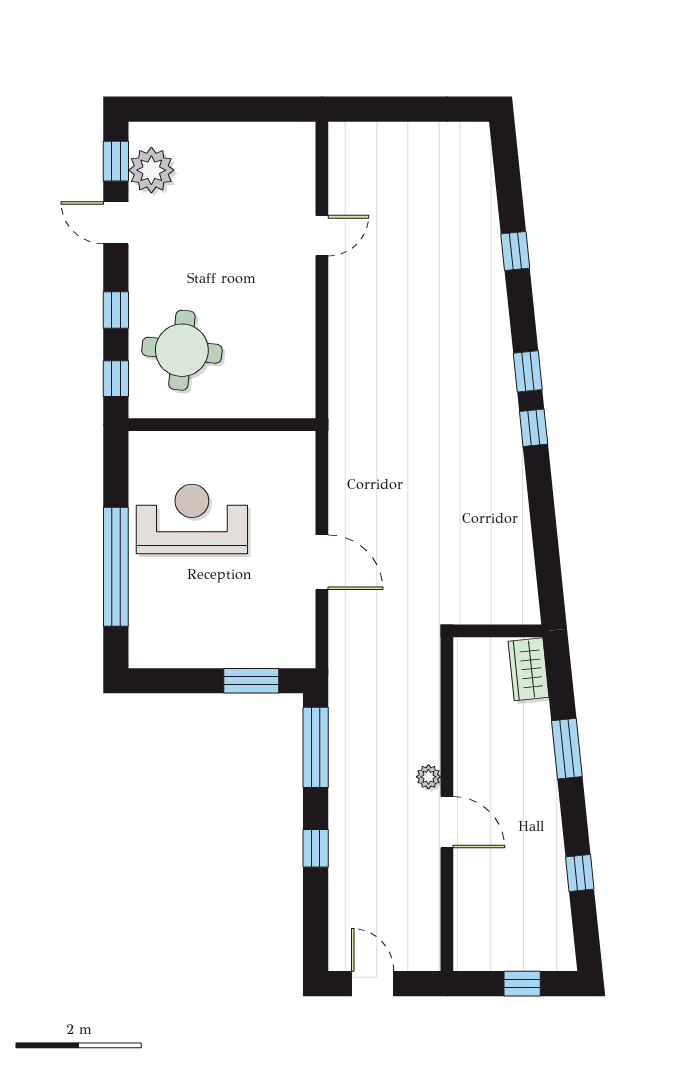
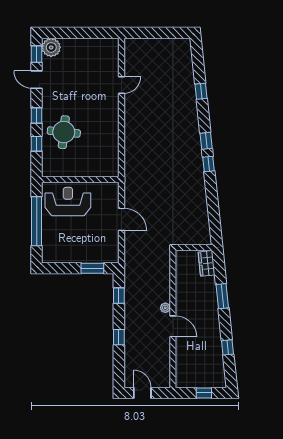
plant: (151, 170) -> (51, 47), moved
wall: (222, 425) -> (80, 179), moved
window: (316, 747) -> (119, 296), width x0.46

